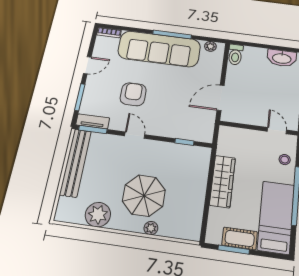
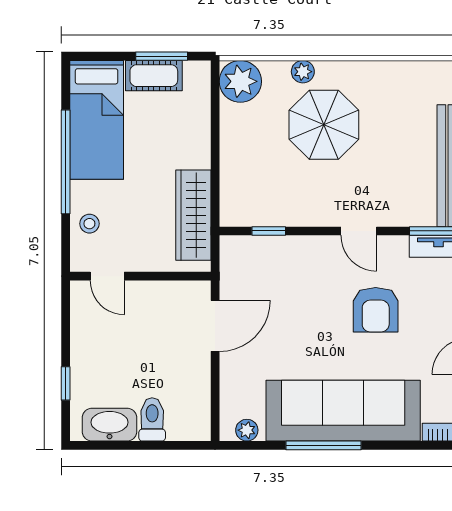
toilet: (235, 55) -> (152, 419), moved
wardrobe: (222, 181) -> (193, 215), moved
plant: (98, 215) -> (240, 81), moved

